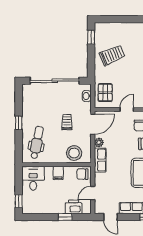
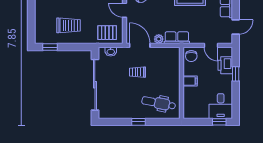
trolley: (112, 55) -> (69, 25), turned 113
stool: (74, 153) -> (170, 65), removed
desk: (33, 178) -> (221, 106), moved, turned -90

